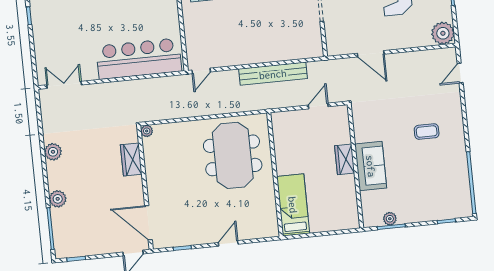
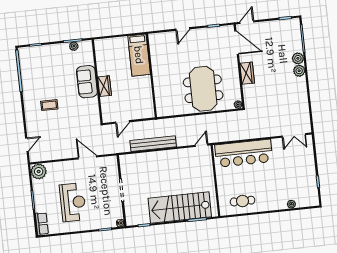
plant: (53, 152) -> (299, 71), moved
meeting table: (233, 155) -> (203, 89), moved
wardrobe: (131, 159) -> (247, 73), moved

